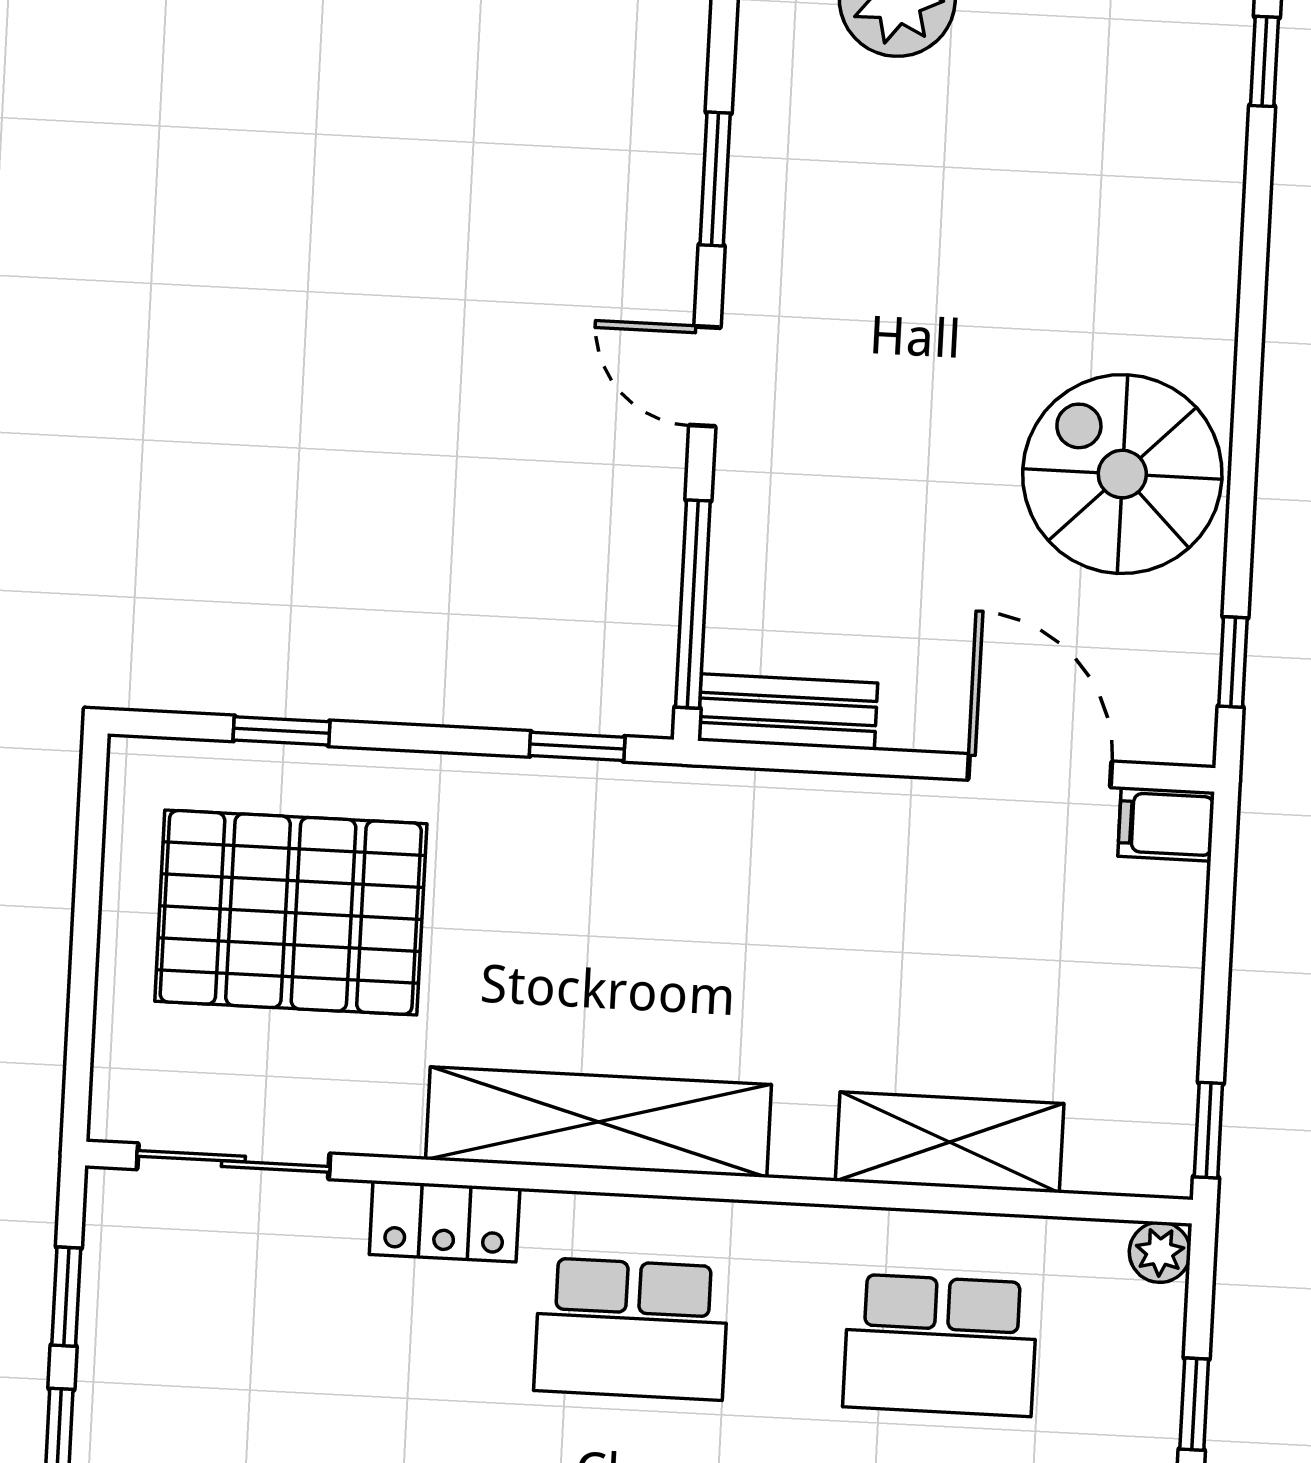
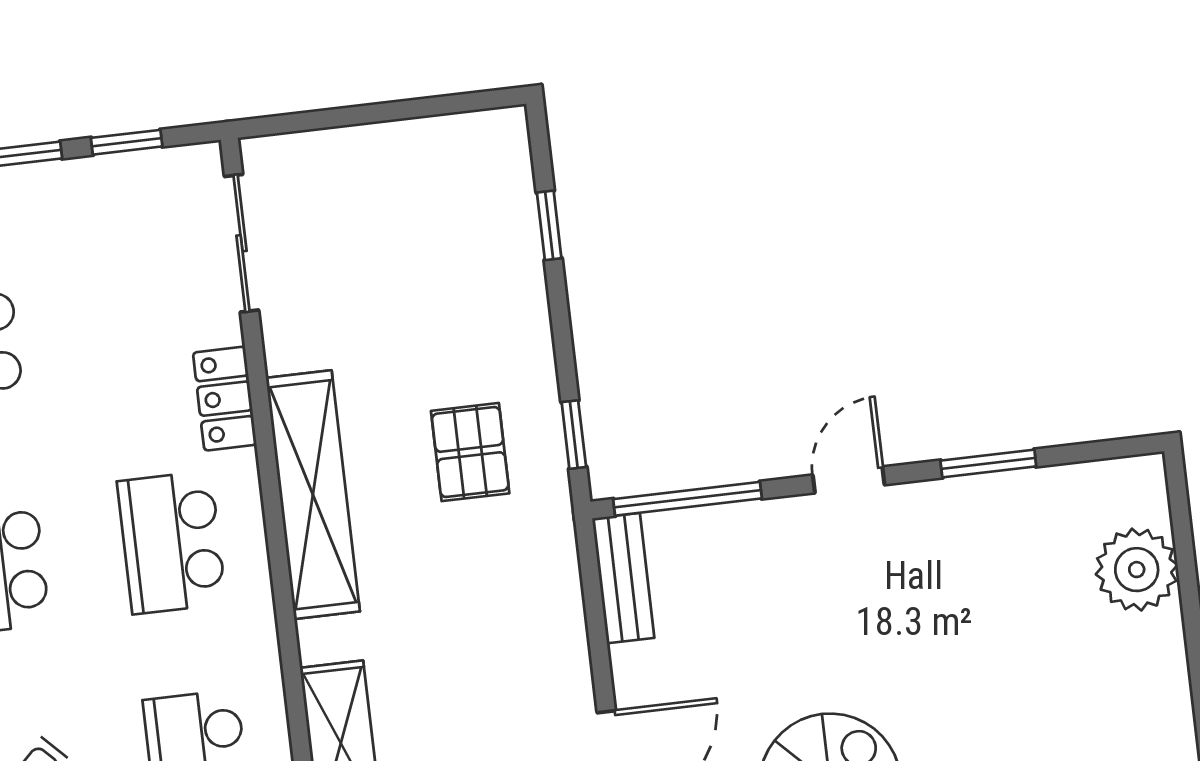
pallet: (291, 912) -> (470, 452), moved, width x0.49, depth x0.50

